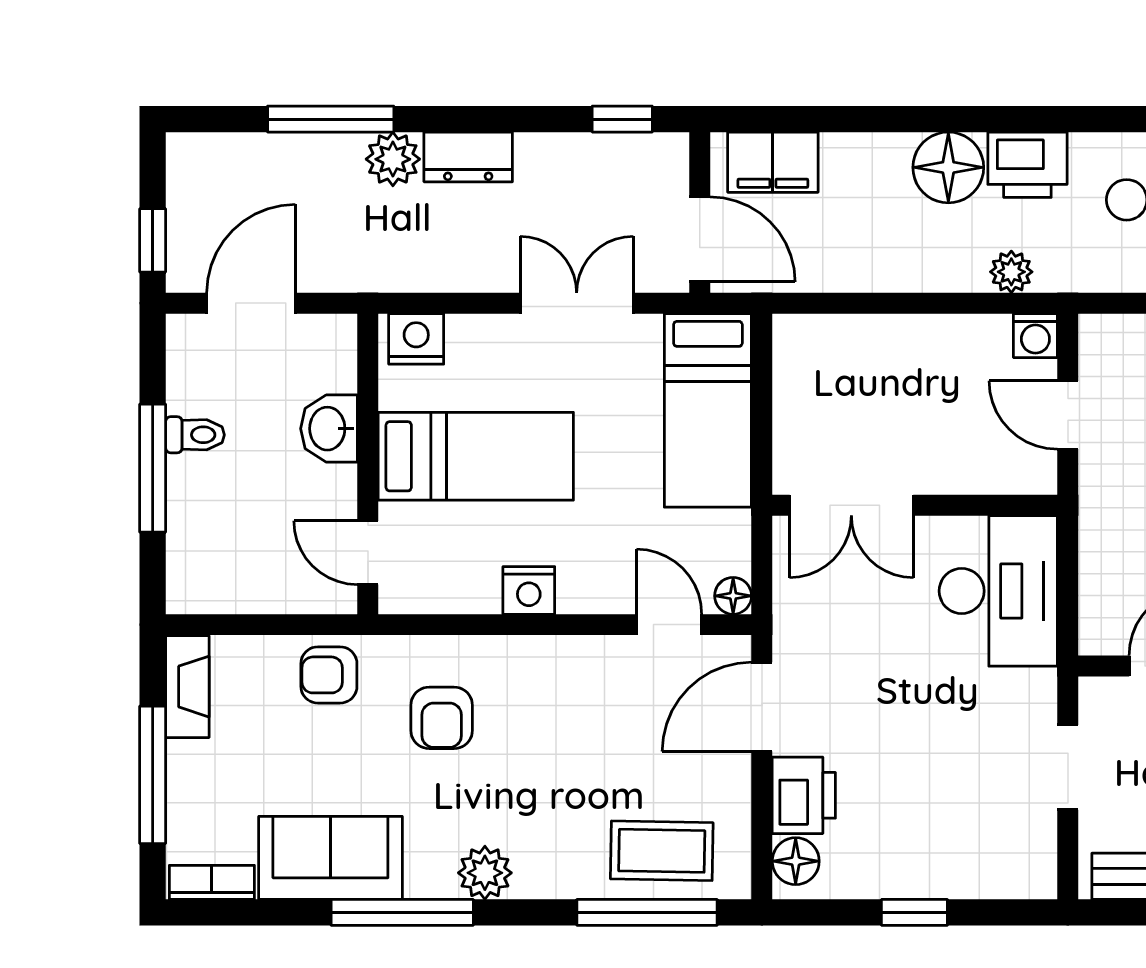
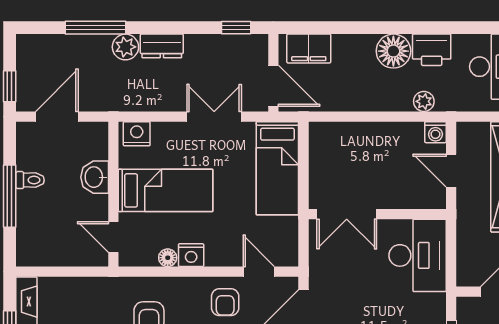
floor lamp: (733, 596) -> (168, 258), moved
armchair: (329, 675) -> (225, 302), moved, turned -90

